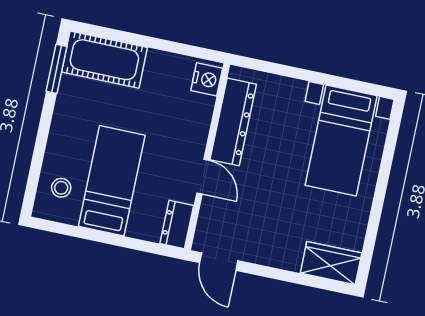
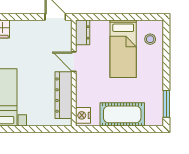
cot: (104, 60) -> (122, 114), moved

